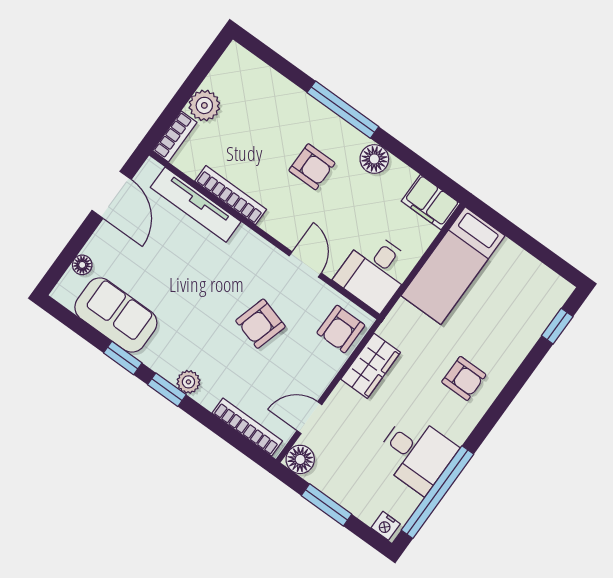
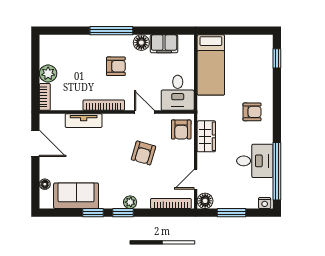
bookcase: (231, 195) -> (104, 105), moved
filing cabinet: (431, 202) -> (164, 44), moved
tv unit: (196, 205) -> (84, 121), width x0.71

